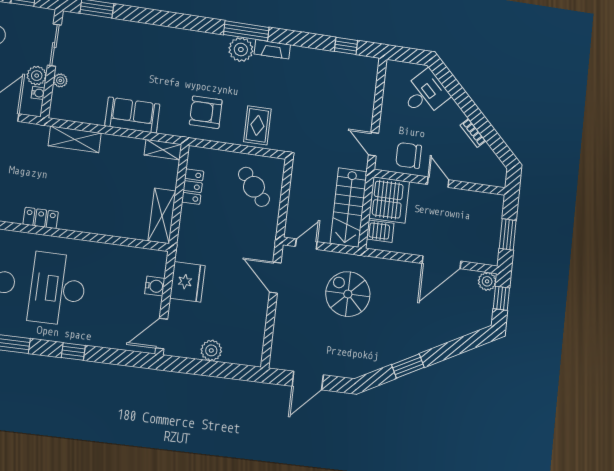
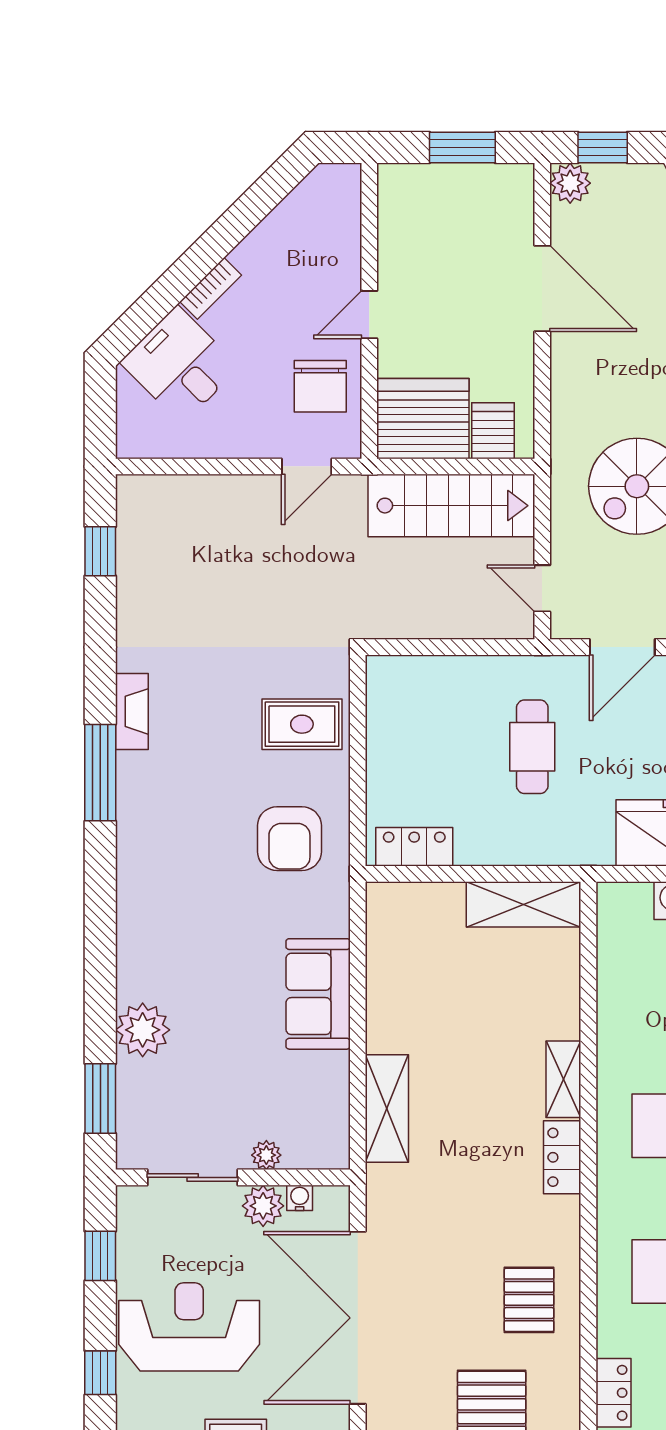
plant: (241, 50) -> (143, 1030), moved
bookcase: (473, 133) -> (211, 288), moved
shelving: (163, 150) -> (563, 1079), moved
locker: (193, 187) -> (414, 847), moved
cafe table: (254, 187) -> (532, 747), moved, turned -50

